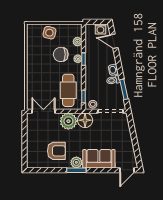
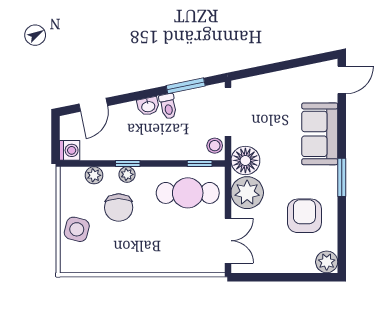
washing machine: (100, 29) -> (70, 150), moved
double door: (43, 111) -> (228, 241), swing flipped
plant: (76, 162) -> (327, 262), moved
door: (127, 170) -> (342, 80), hinge flipped

